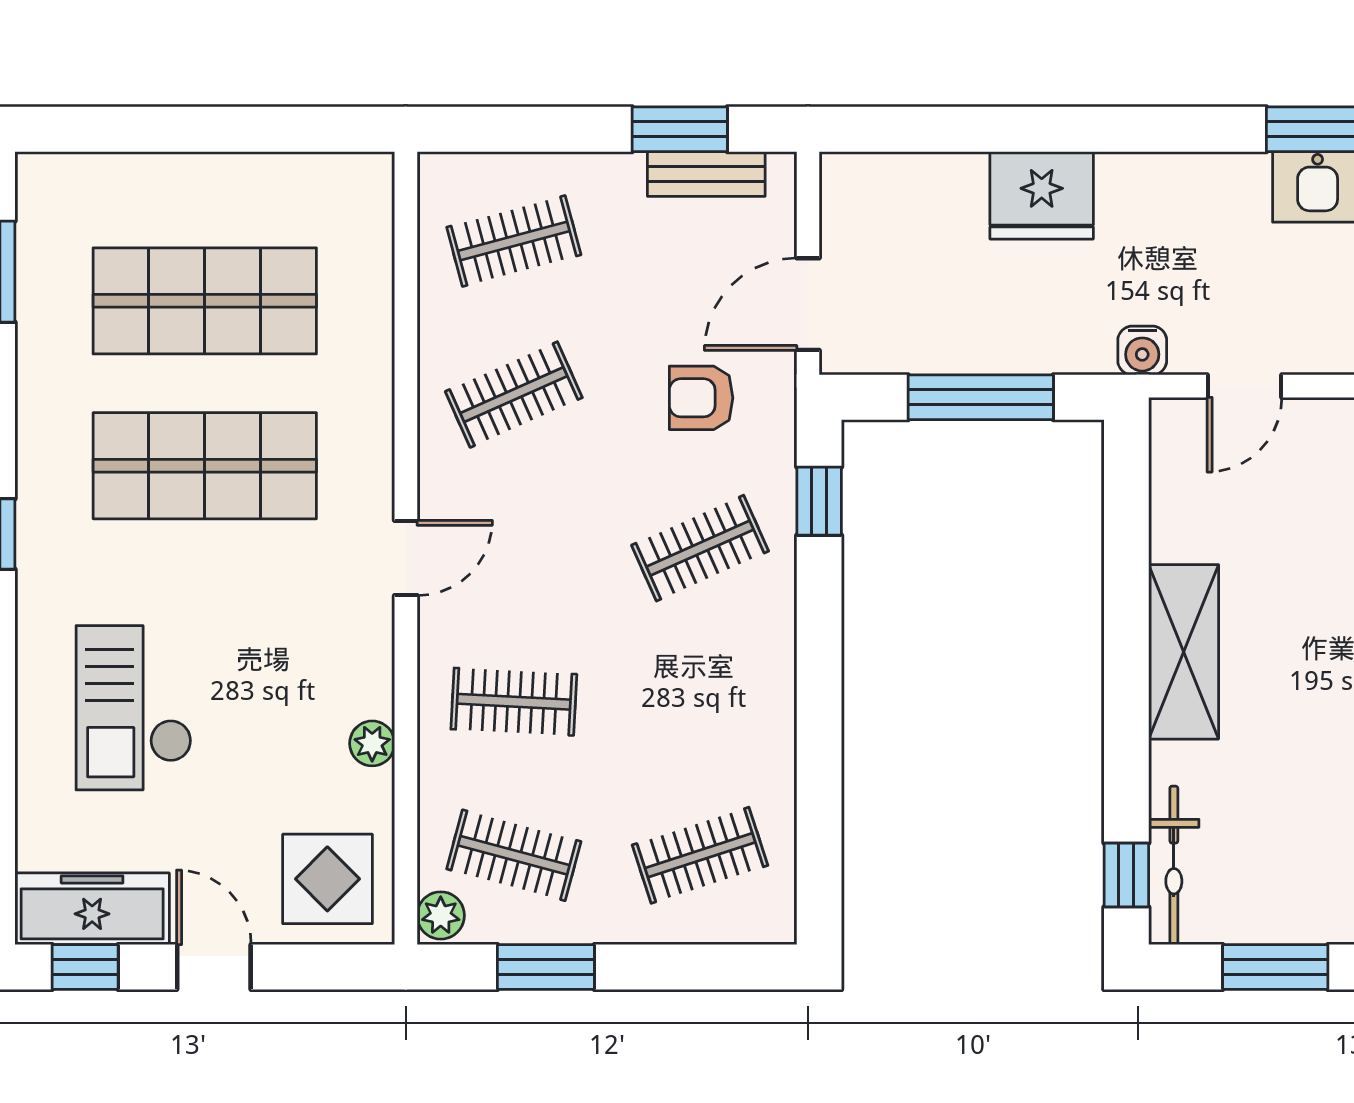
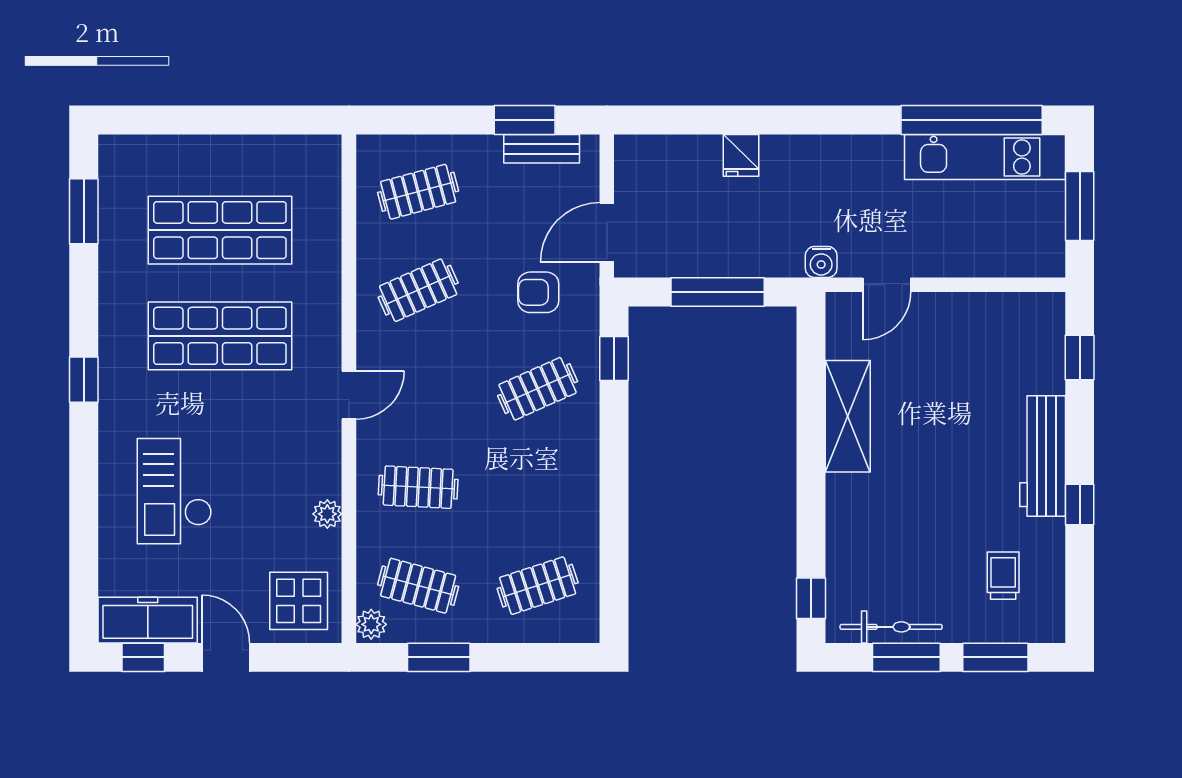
fridge: (1042, 195) -> (741, 155), width x0.53, depth x0.75
shelving: (1184, 652) -> (848, 416), moved
bicycle: (1174, 865) -> (891, 627), moved, turned -90

